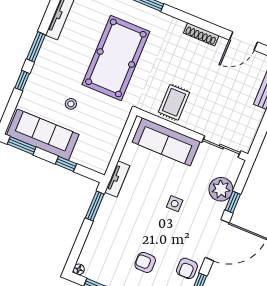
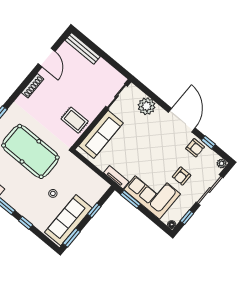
window: (233, 202) -> (158, 101), removed
side table: (175, 204) -> (146, 142), removed
corner sofa: (113, 231) -> (152, 192), added

